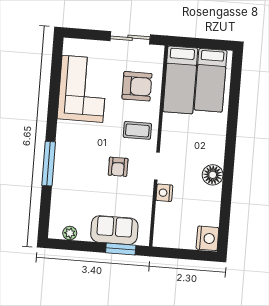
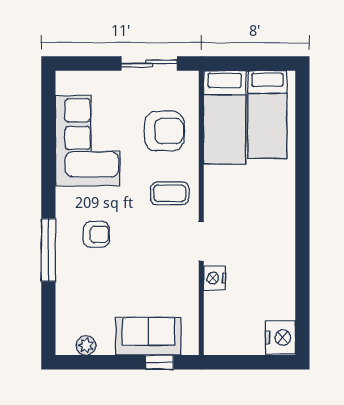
armchair: (118, 167) -> (96, 234), moved, turned -90
floor lamp: (213, 175) -> (281, 248), removed
window: (121, 249) -> (159, 362), width x0.67

